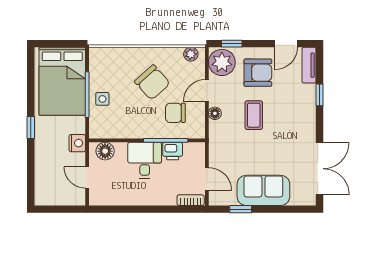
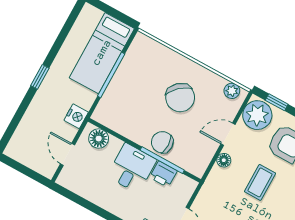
bed: (62, 81) -> (102, 53), width x0.67
side table: (102, 99) -> (124, 87), removed
chair: (175, 113) -> (162, 142), moved

